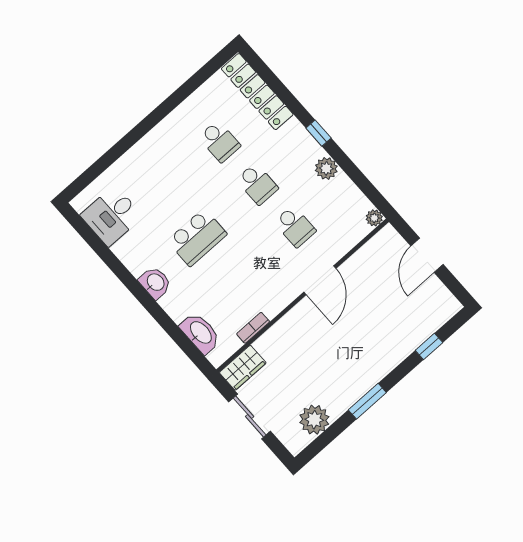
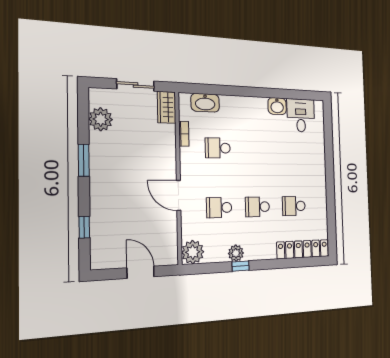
window: (319, 133) -> (241, 266), moved
plant: (374, 218) -> (193, 252), width x1.88, depth x1.88
school desk: (197, 237) -> (218, 148), moved, width x0.54
washbasin: (155, 283) -> (277, 106), moved

